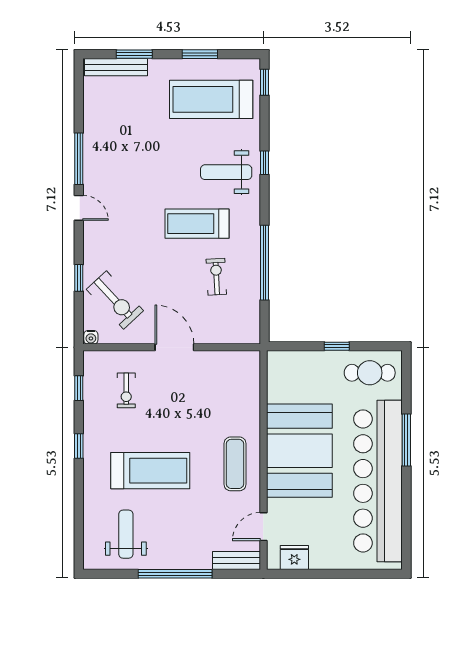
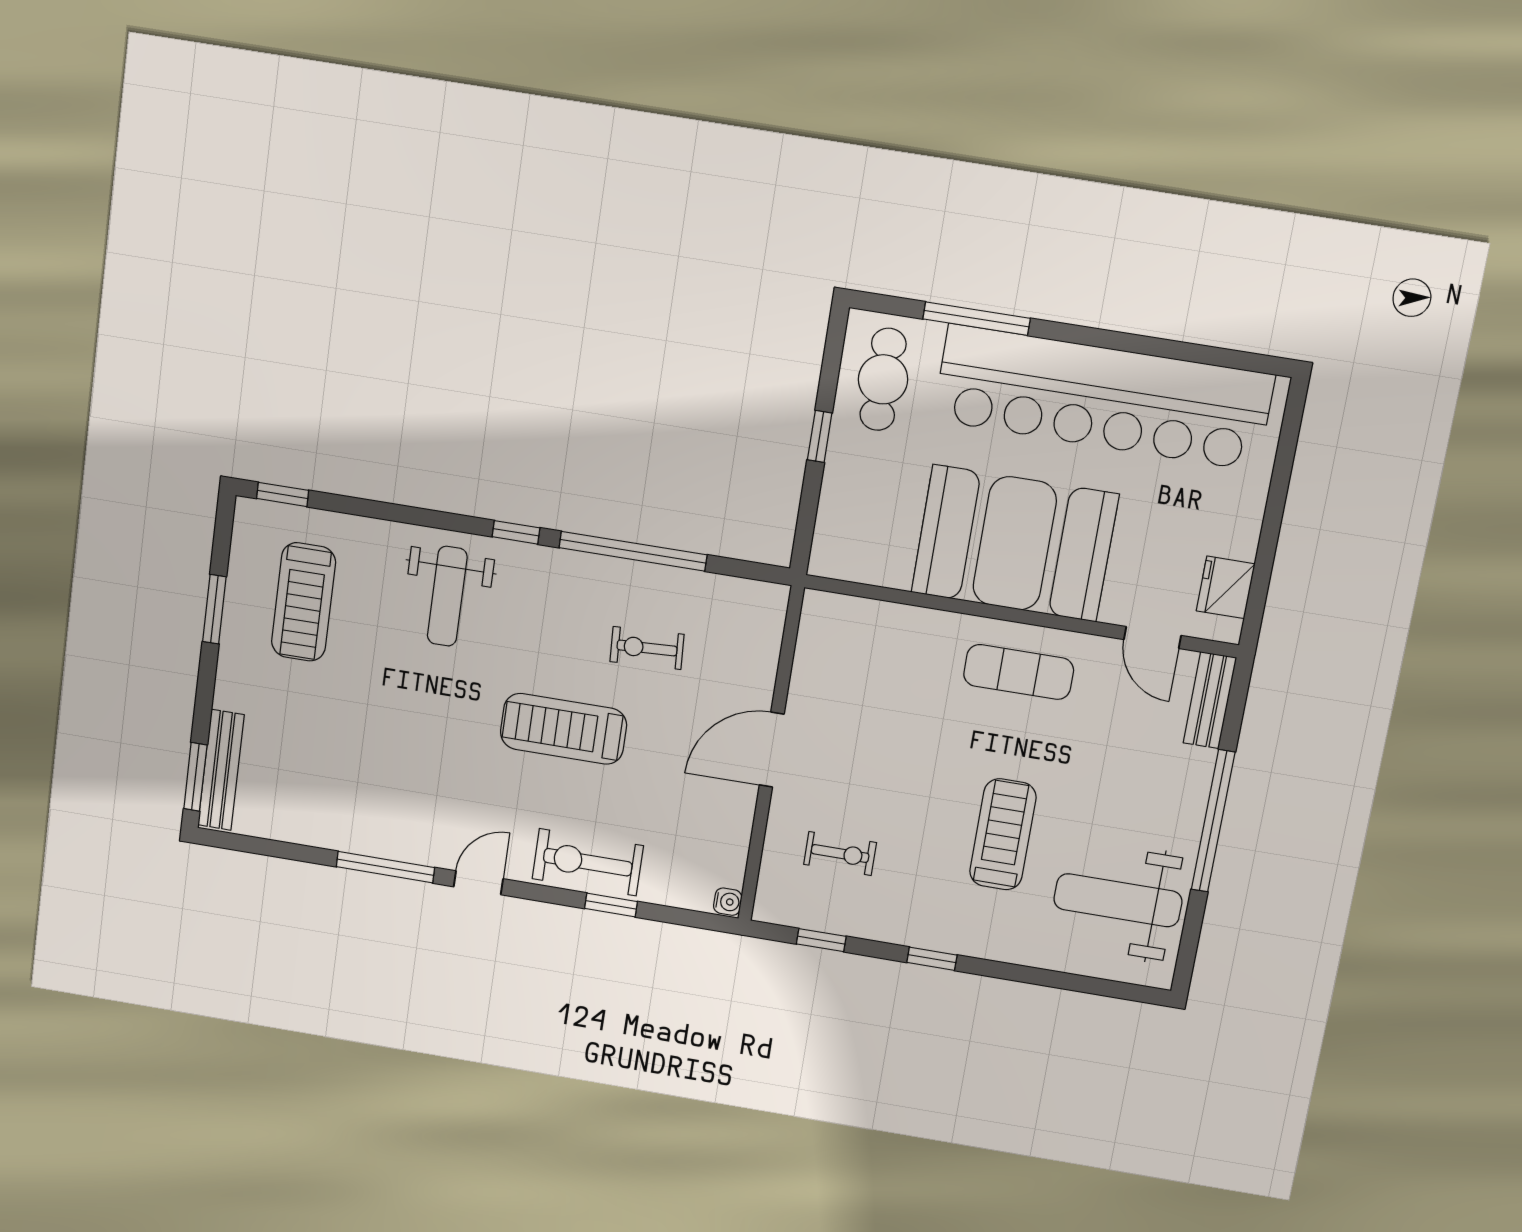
window: (134, 54) -> (195, 777), moved
treadmill: (211, 99) -> (304, 602), width x0.73, depth x0.73
window: (264, 163) -> (516, 532), moved
treadmill: (197, 224) -> (563, 729), moved, turned 90
exercise bike: (115, 300) -> (588, 862), moved, turned -137
window: (406, 440) -> (976, 319), moved
treadmill: (150, 471) -> (1003, 834), width x0.73, depth x0.73
weight bench: (126, 534) -> (1118, 900), width x1.36, depth x1.33

